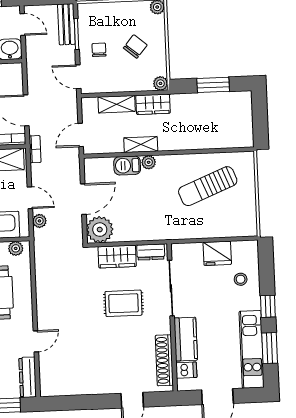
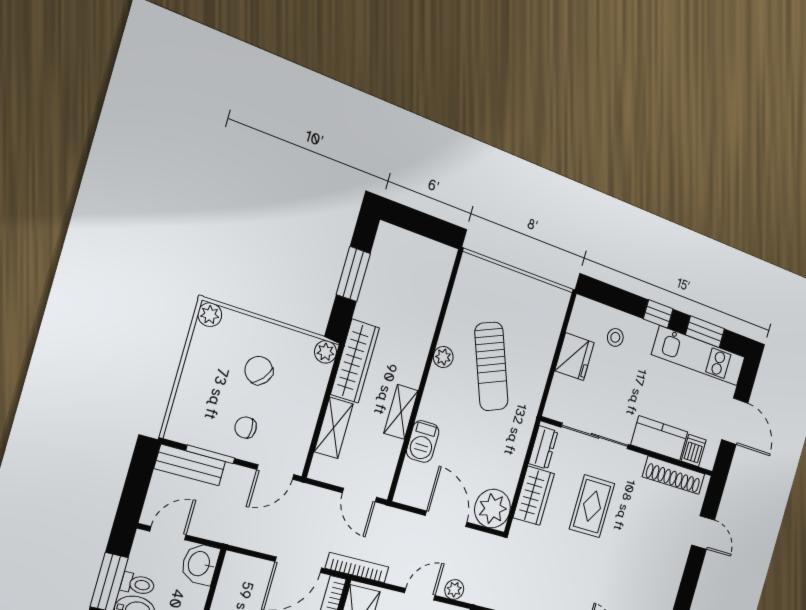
wardrobe: (153, 104) -> (355, 361), width x1.50
bookcase: (35, 149) -> (357, 568), width x1.56
plant: (149, 162) -> (443, 357), moved
sun lounger: (208, 186) -> (491, 367), moved

